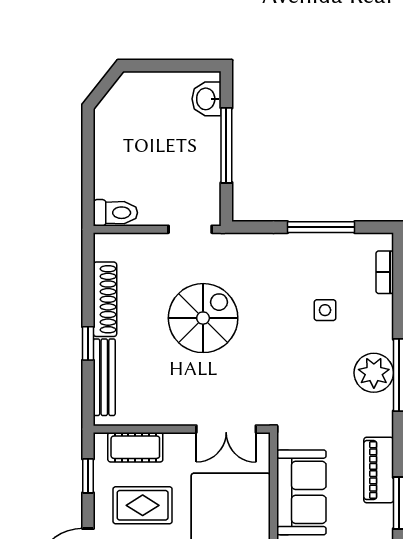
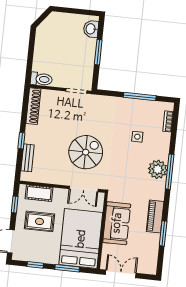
window: (226, 145) -> (98, 52), width x0.69
shoe rack: (105, 299) -> (33, 106), moved
spiral stairs: (203, 318) -> (86, 152), moved
bench: (104, 377) -> (28, 158), width x0.73

